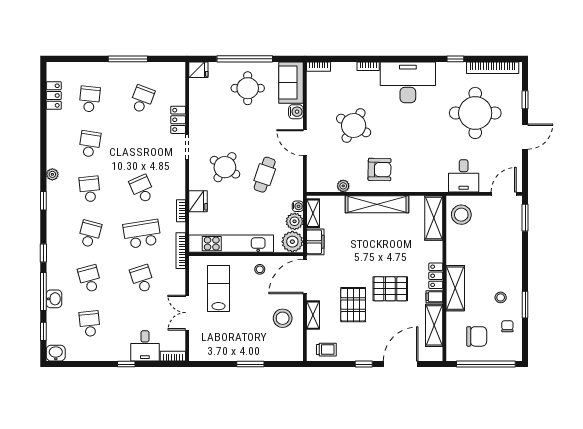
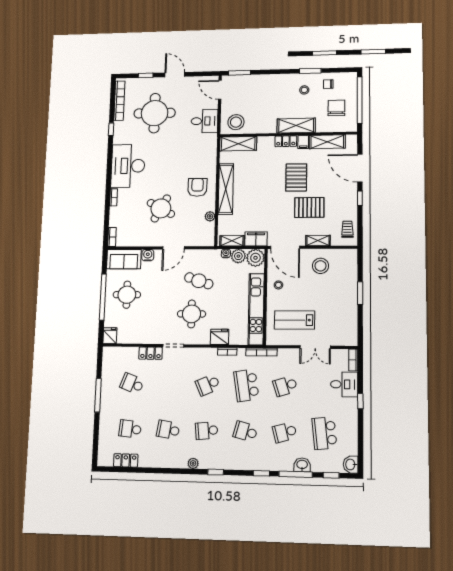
round table: (225, 167) -> (192, 314), turned -33
school desk: (90, 324) -> (324, 433), width x1.85

